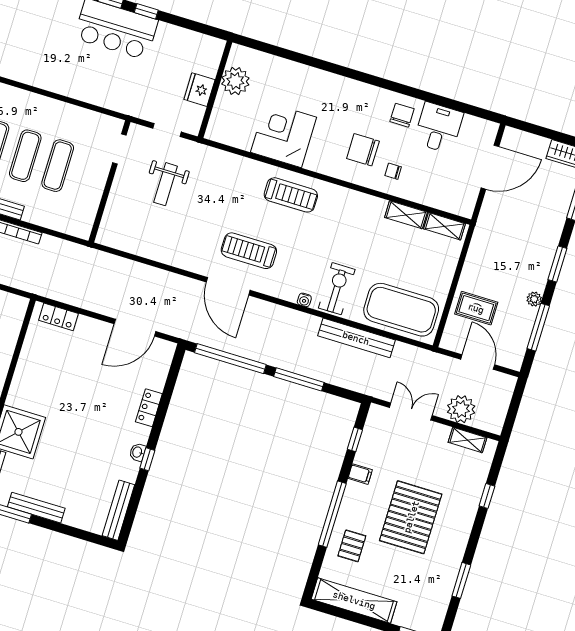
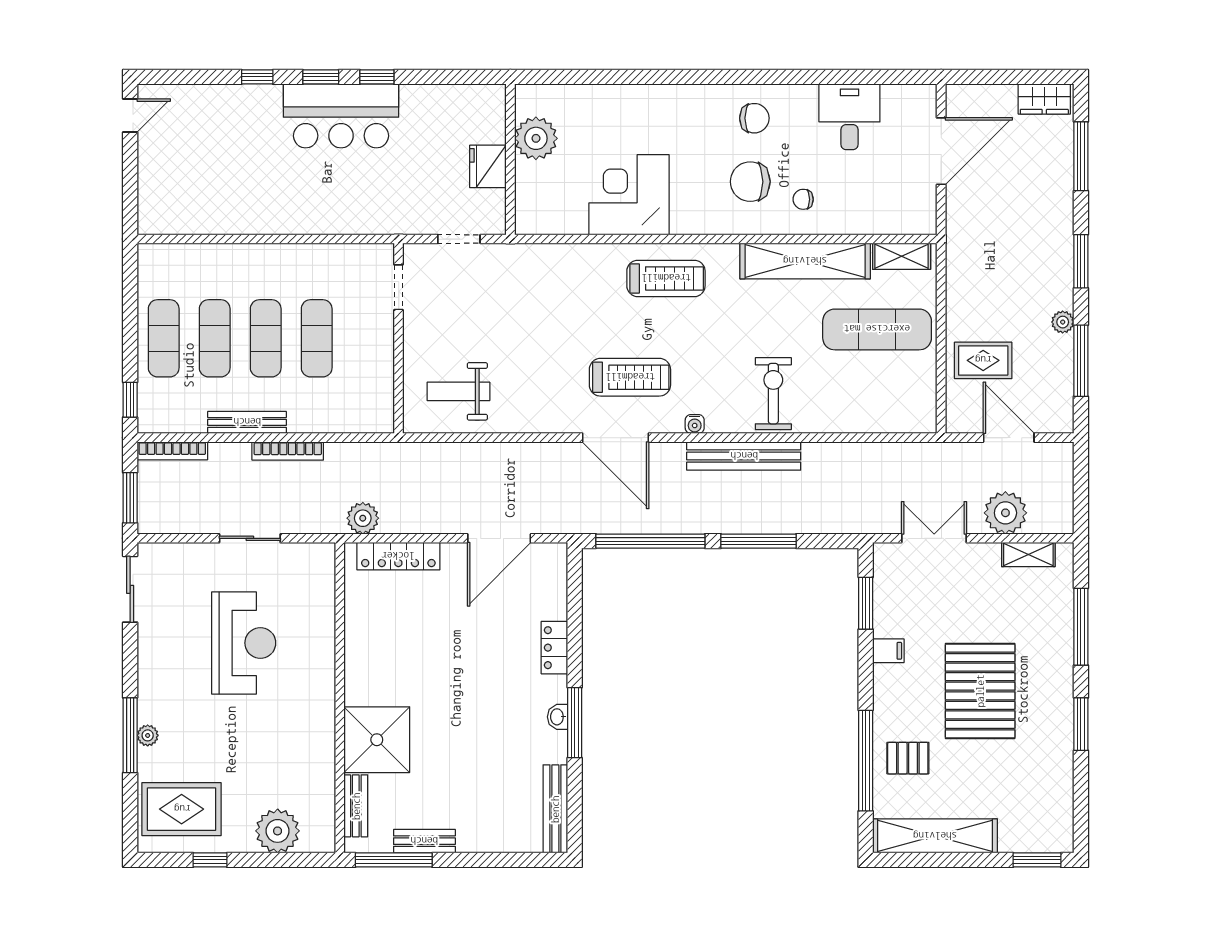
chair: (402, 115) -> (754, 118), moved, turned 90
weight bench: (166, 184) -> (458, 391), moved, turned 90
shelving: (406, 215) -> (805, 261), width x2.20, depth x1.33
treadmill: (249, 251) -> (630, 377), turned 180
plant: (52, 289) -> (363, 518), added
water cooler: (304, 300) -> (695, 424), moved
exercise mat: (401, 310) -> (877, 329), moved, width x0.68
locker: (58, 317) -> (398, 556), width x1.53
bench: (356, 338) -> (744, 456), moved
window: (355, 439) -> (866, 603), width x1.50
window: (147, 459) -> (575, 723), width x2.17
window: (487, 496) -> (1081, 627), width x2.17
bench: (36, 508) -> (424, 841), width x0.73
window: (332, 514) -> (866, 761), moved
pallet: (352, 546) -> (908, 758), turned 90
window: (461, 580) -> (1081, 724), moved

